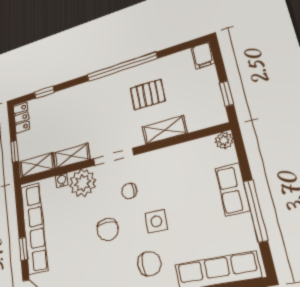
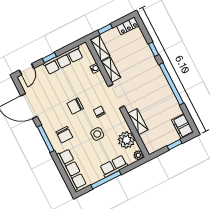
filing cabinet: (203, 55) -> (183, 126), width x2.00
window: (44, 92) -> (154, 49), moved
pallet: (148, 94) -> (157, 105), removed
window: (227, 94) -> (174, 145), moved
plant: (83, 183) -> (126, 140), moved
side table: (156, 221) -> (97, 134), moved
row of seats: (34, 228) -> (63, 60), width x0.73

